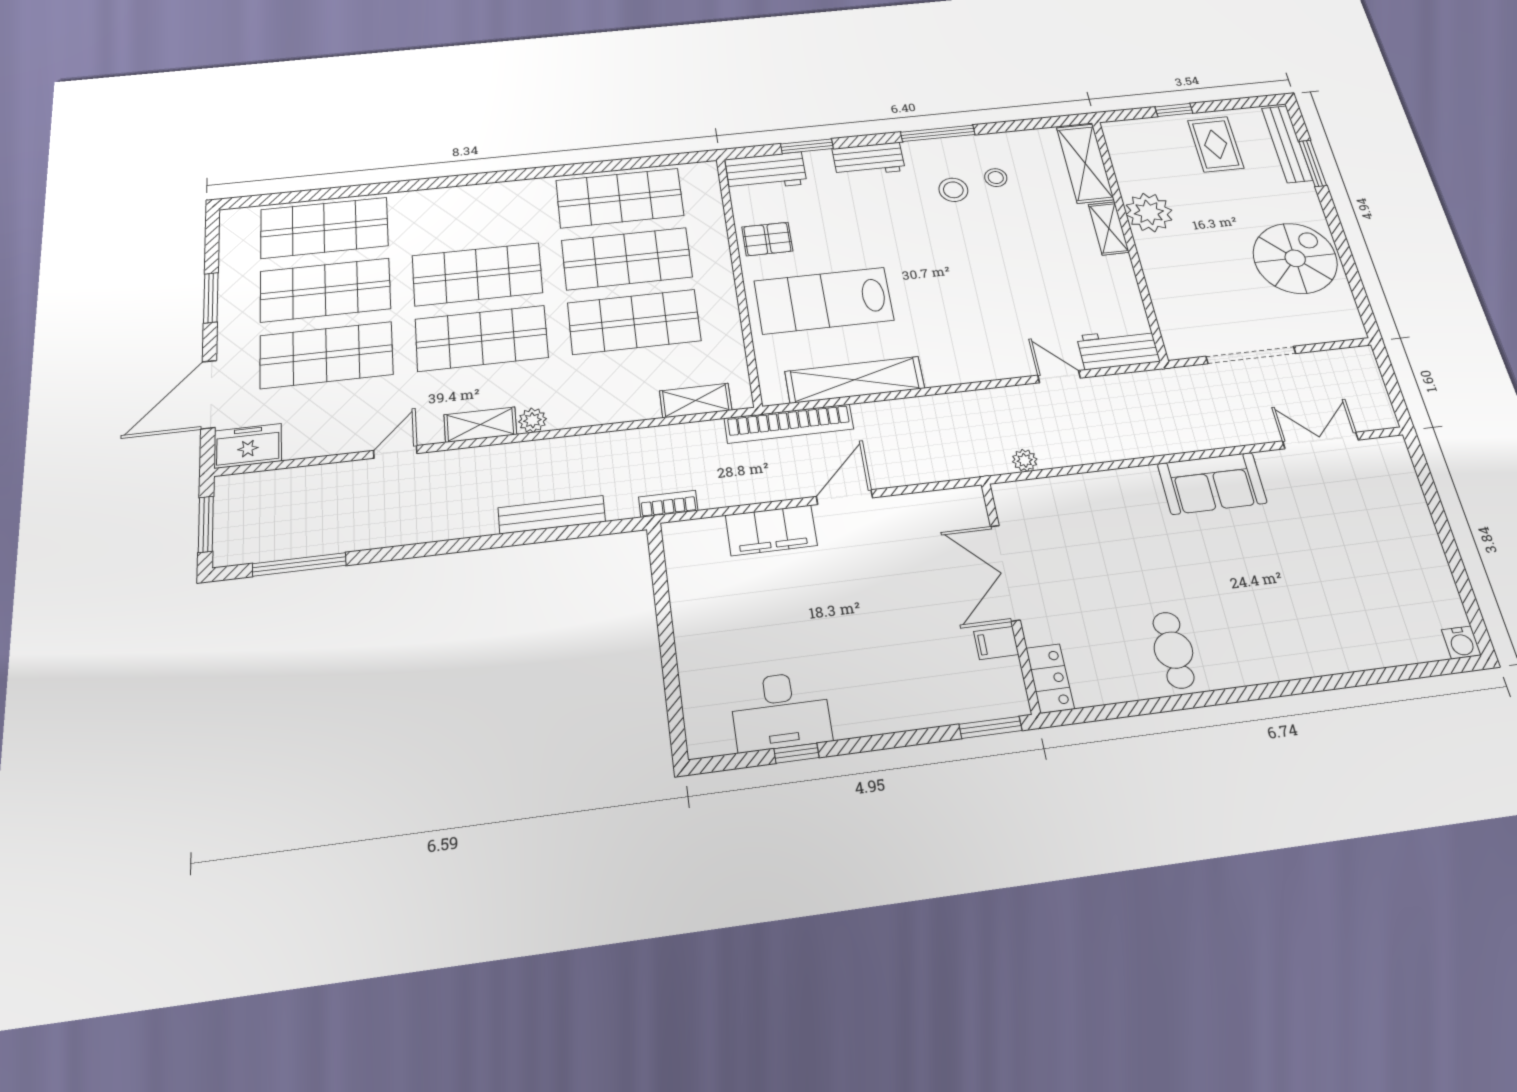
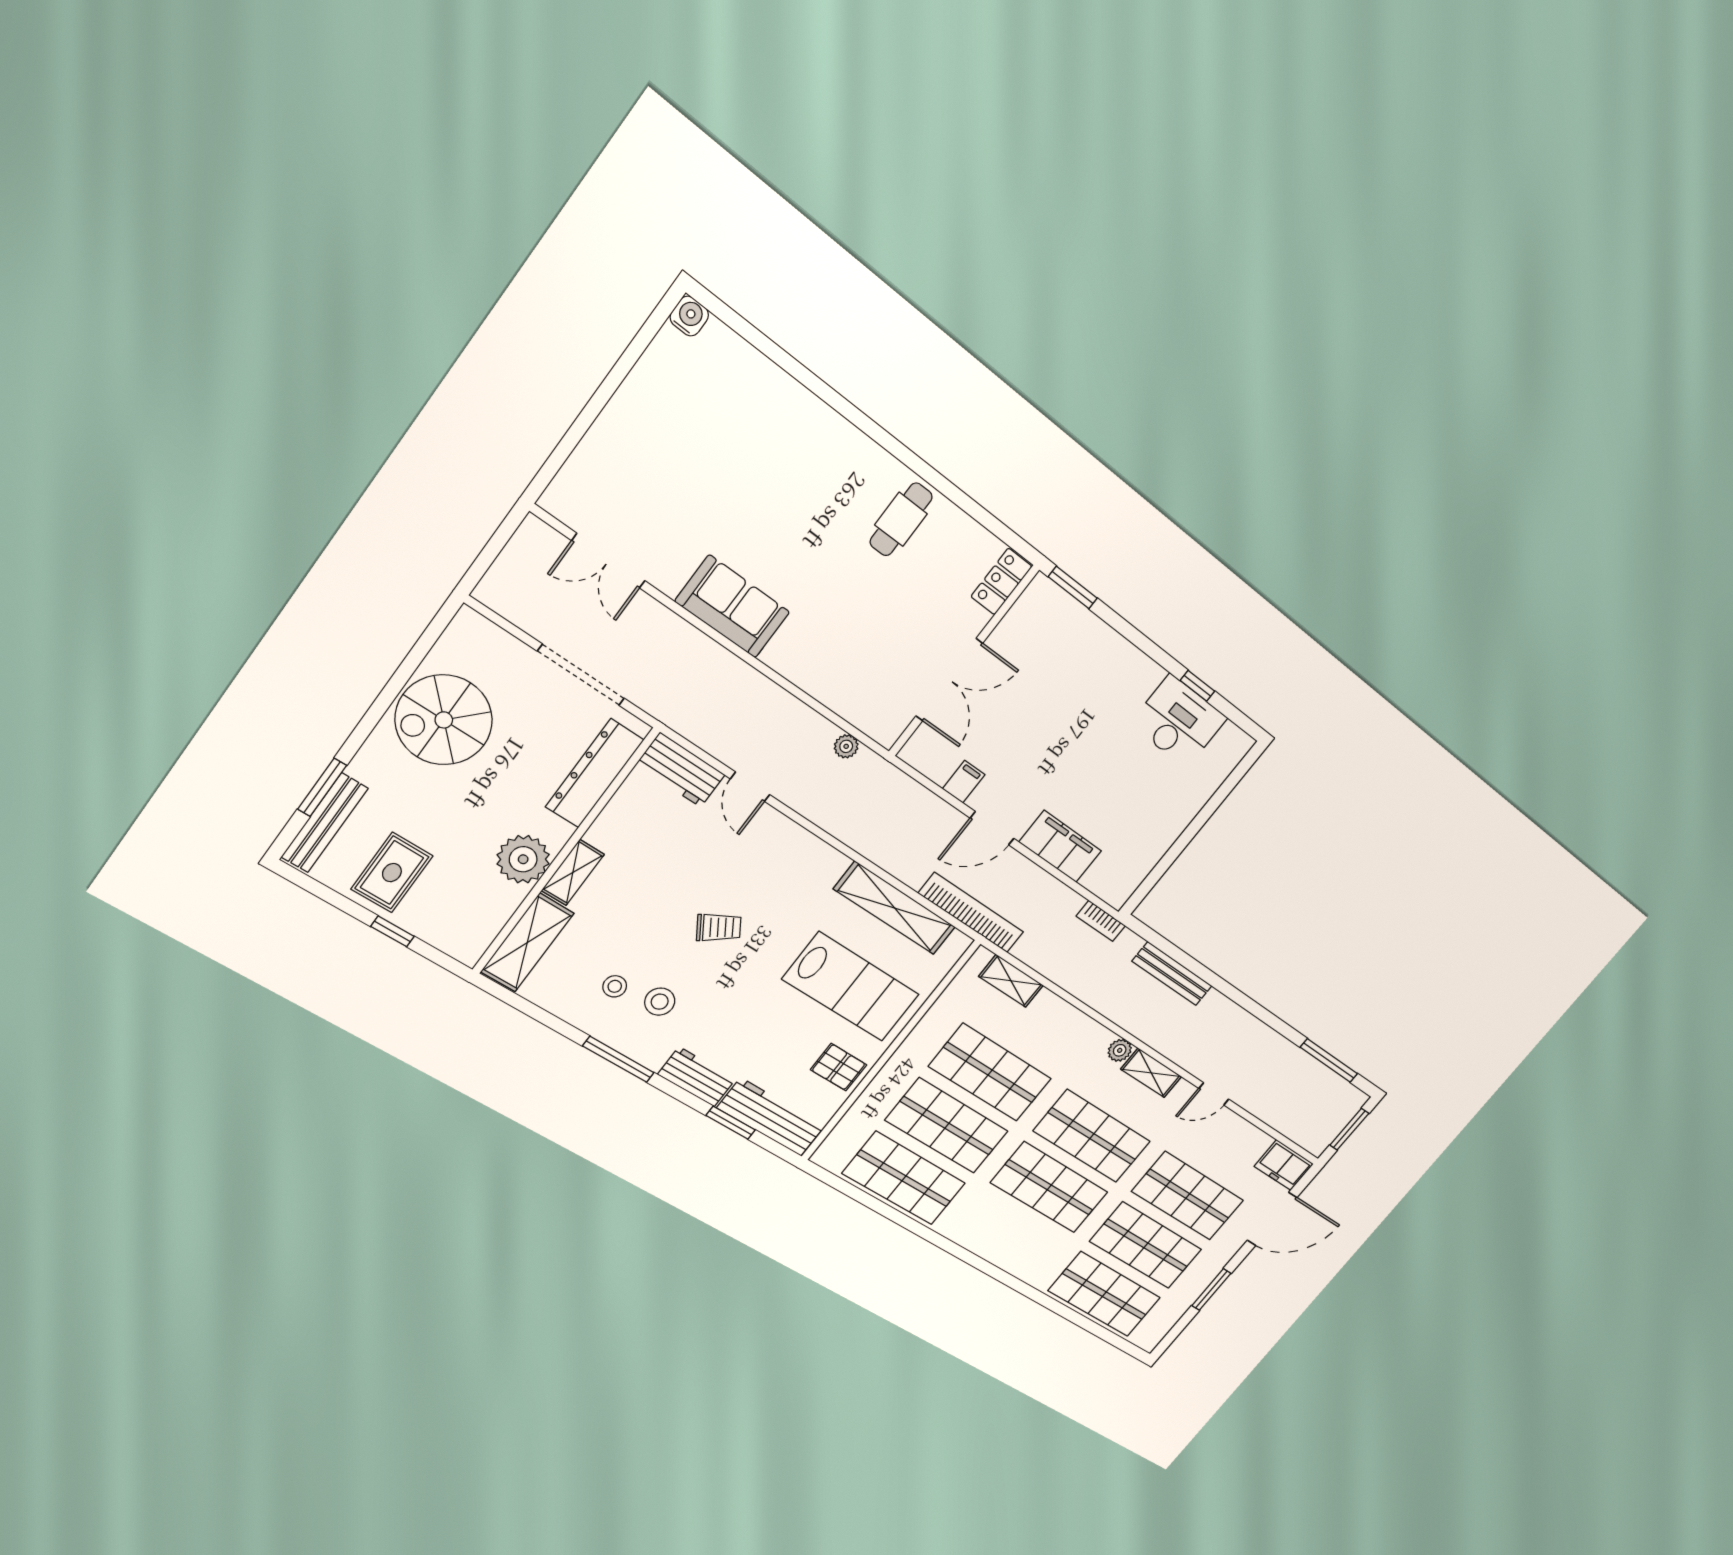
workbench: (766, 172) -> (771, 1117), width x1.38
trolley: (970, 268) -> (719, 927), added
dresser: (1169, 301) -> (595, 773), added
filing cabinet: (996, 643) -> (964, 782), moved, turned -90

